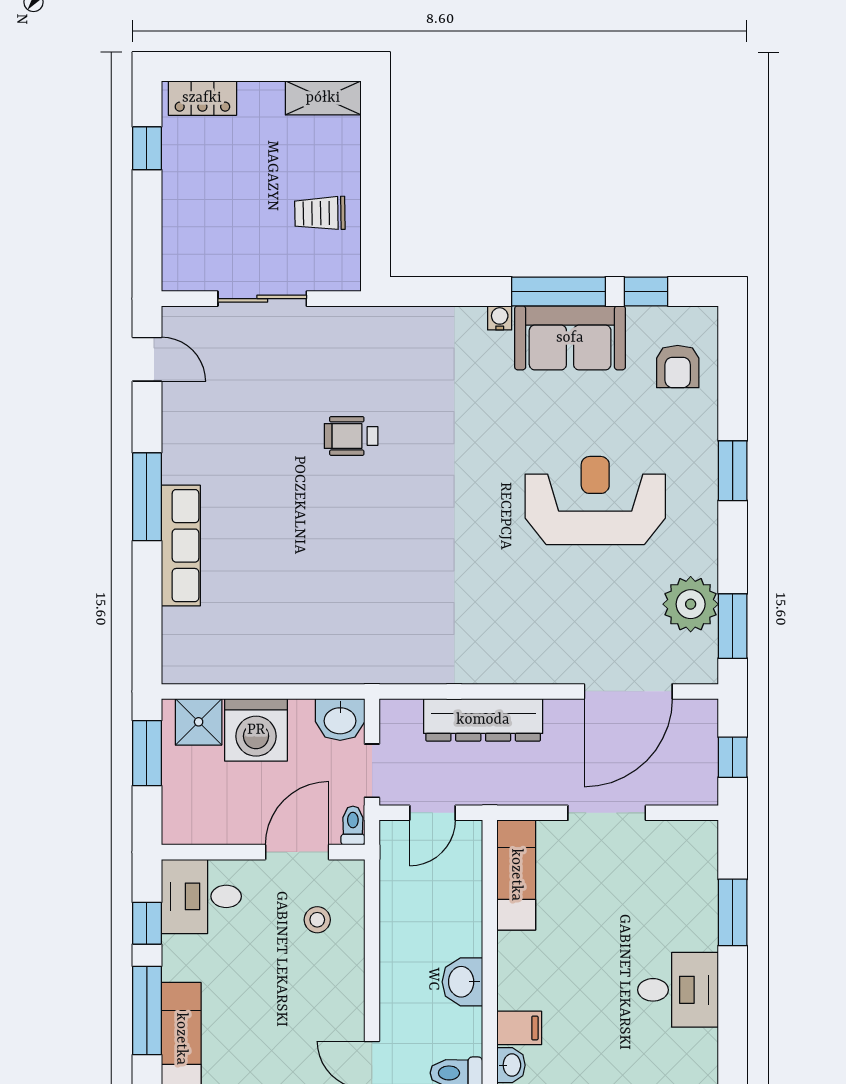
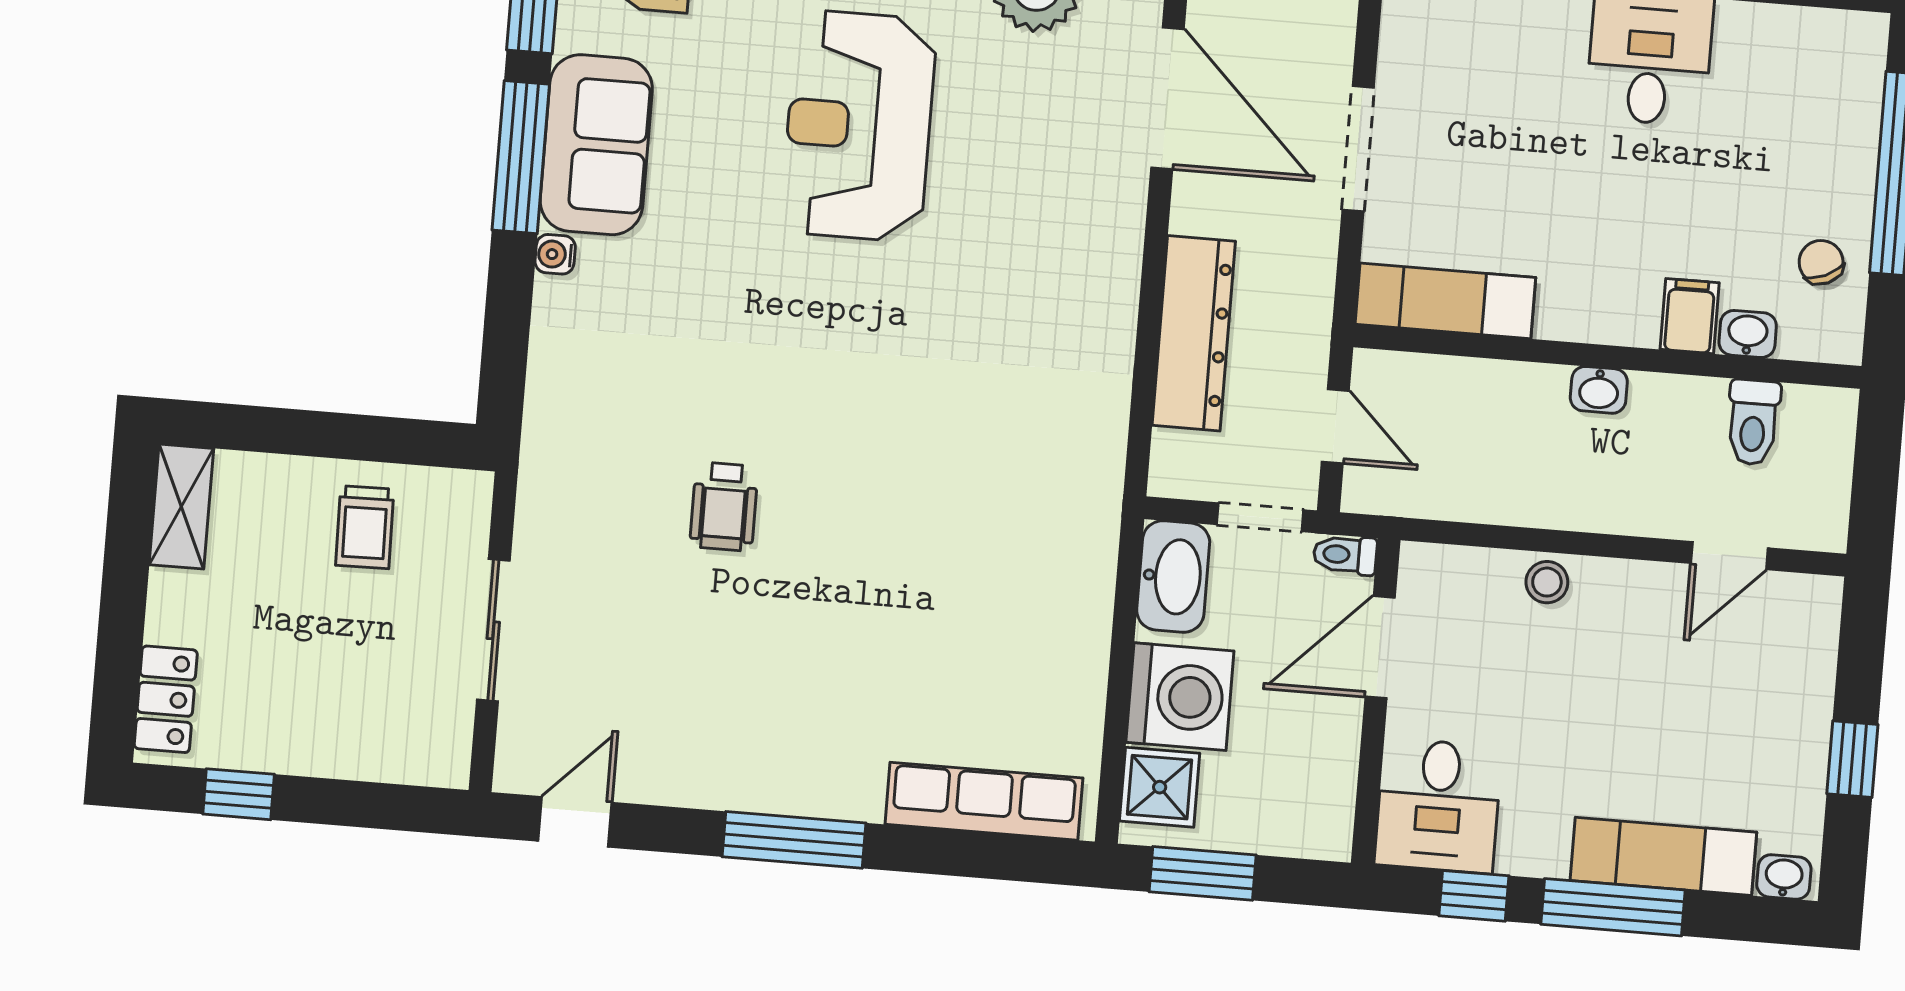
row of seats: (181, 546) -> (984, 801), moved
washbasin: (340, 720) -> (1173, 577), width x1.38
door: (297, 852) -> (1380, 647), hinge flipped
stool: (317, 920) -> (1547, 582), moved
washbasin: (462, 982) -> (1599, 390), width x0.72, depth x0.69

